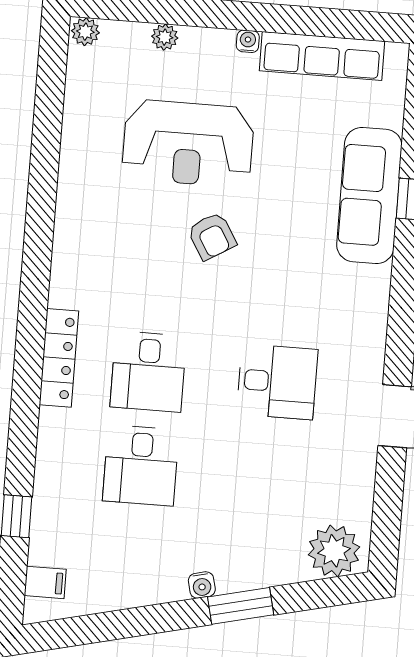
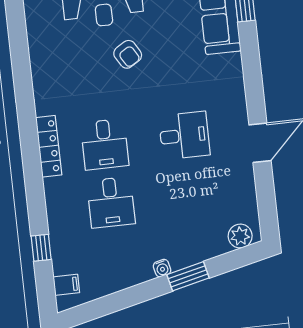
plant: (334, 551) -> (240, 236), width x0.73, depth x0.73

